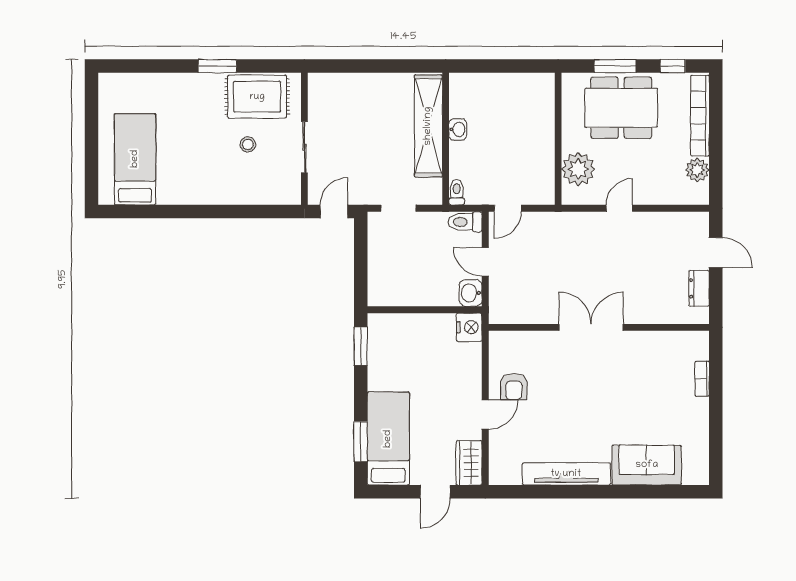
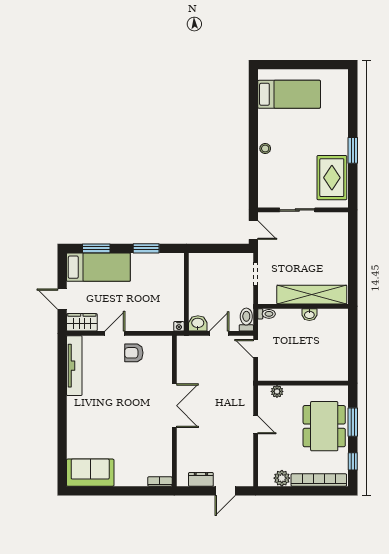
stool: (248, 144) -> (265, 149), moved
plant: (578, 169) -> (277, 391), width x0.53, depth x0.53
nightstand: (469, 327) -> (179, 326), width x0.53, depth x0.56
window: (361, 346) -> (146, 248), moved
bookcase: (702, 379) -> (160, 481), moved
door: (485, 414) -> (115, 333), swing flipped
sofa: (647, 465) -> (90, 473), moved, turned -90
tv unit: (566, 474) -> (74, 366), moved

